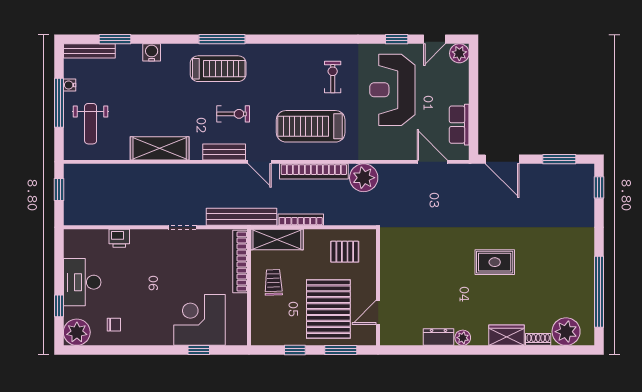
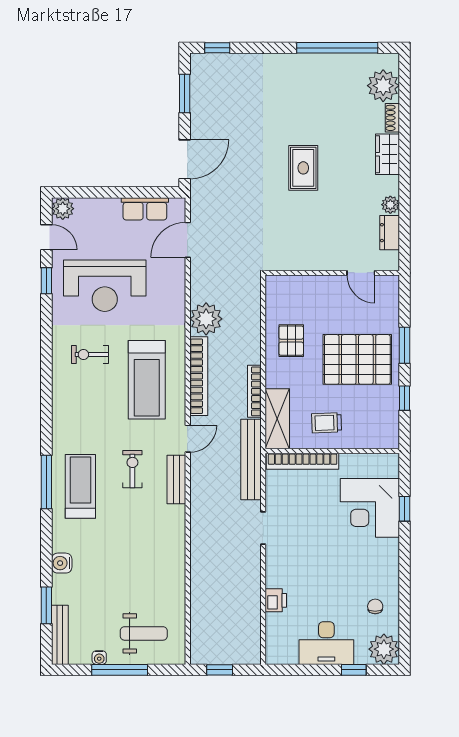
shelving: (160, 148) -> (172, 554), removed
wall: (378, 287) -> (332, 273), moved
door: (378, 312) -> (361, 273), moved

